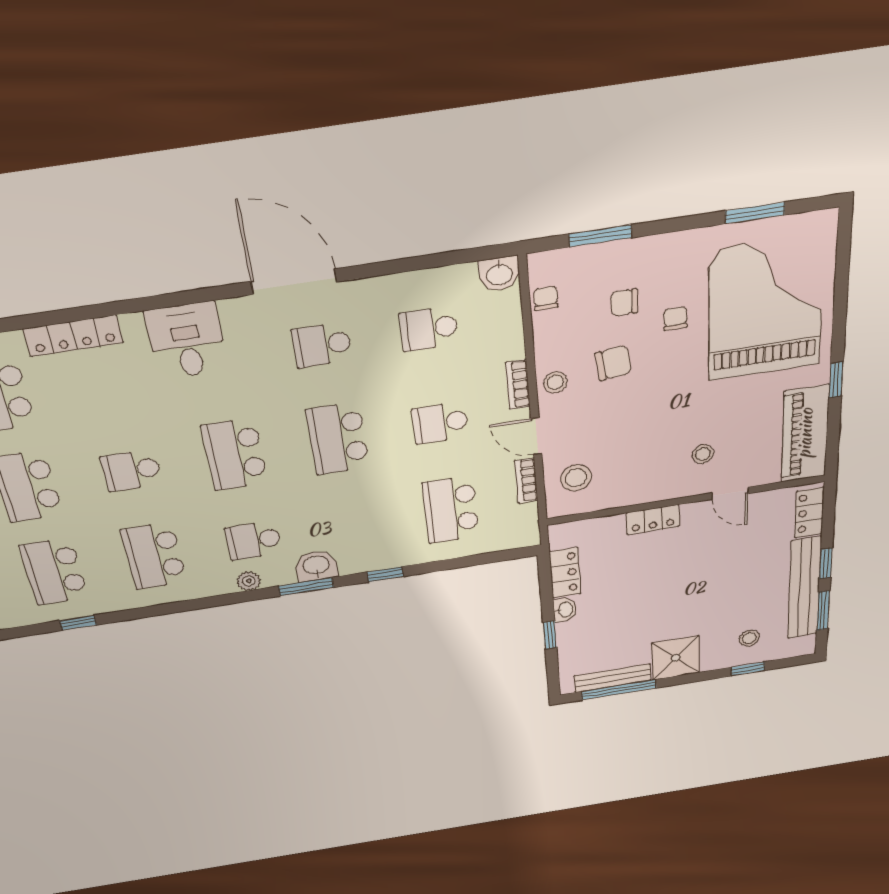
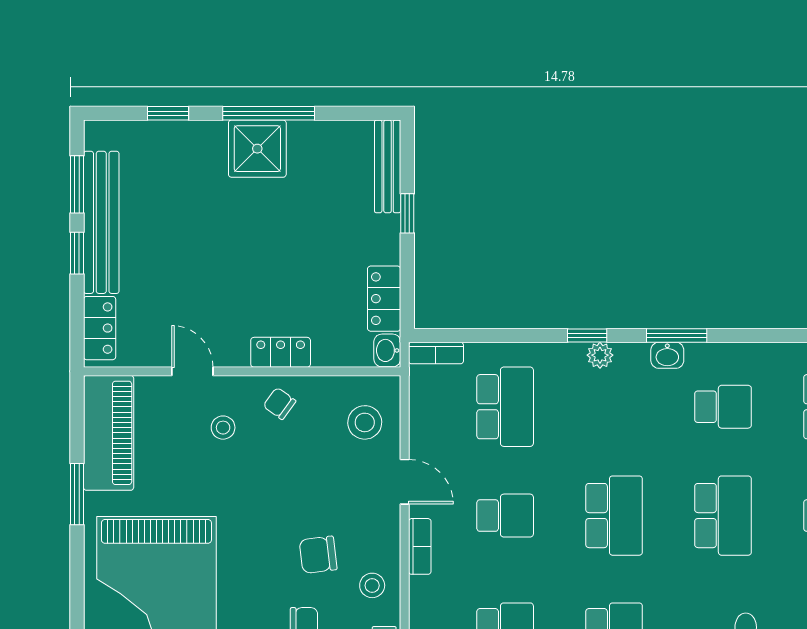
chair: (675, 318) -> (279, 403), moved, turned 126
window: (836, 380) -> (77, 494), width x1.50
stool: (555, 382) -> (372, 585), moved
bookcase: (526, 481) -> (436, 353), moved, turned 90
washbasin: (316, 566) -> (667, 355), width x0.72, depth x0.69
plant: (249, 581) -> (600, 355), moved
washbasin: (565, 610) -> (387, 350), moved
stool: (749, 638) -> (167, 161), removed
bench: (613, 678) -> (388, 166), moved, turned 90
window: (619, 690) -> (269, 113), moved

